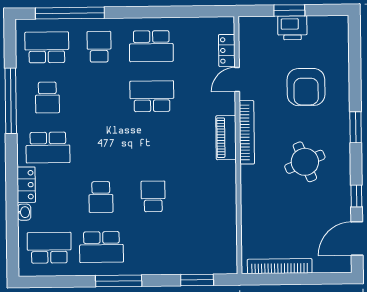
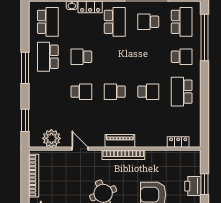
door: (237, 79) -> (80, 149), moved
school desk: (152, 96) -> (148, 92), width x0.54
school desk: (153, 146) -> (115, 92), added
school desk: (48, 148) -> (115, 22), turned 180
plant: (224, 240) -> (51, 138), added

